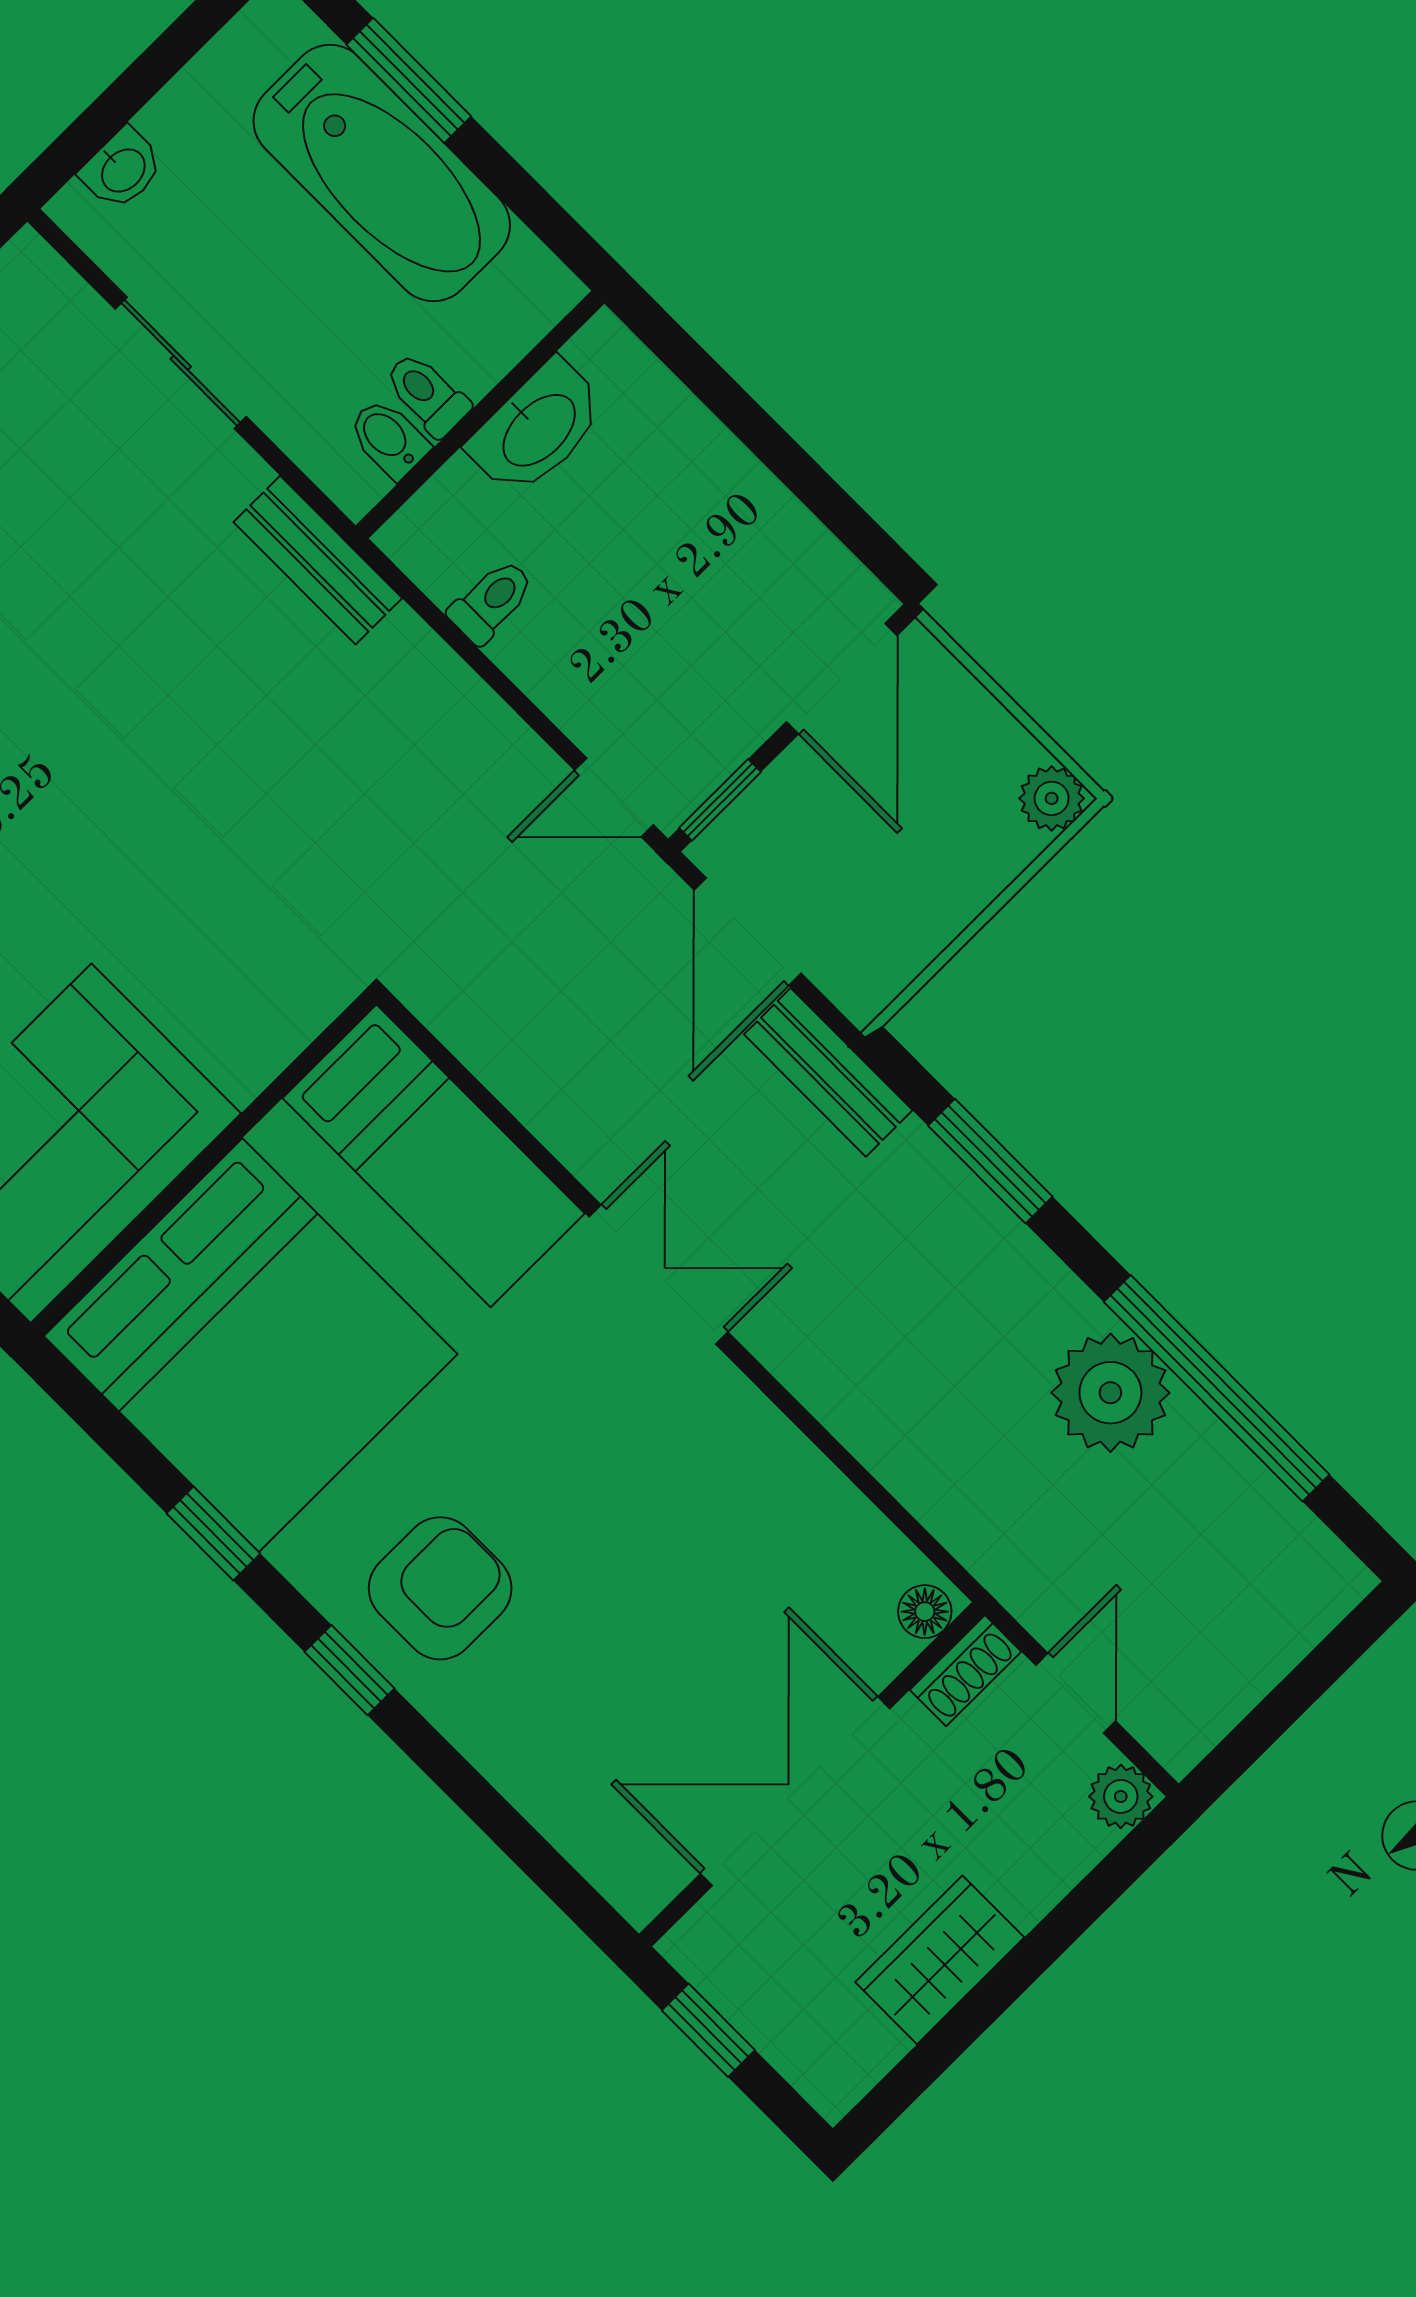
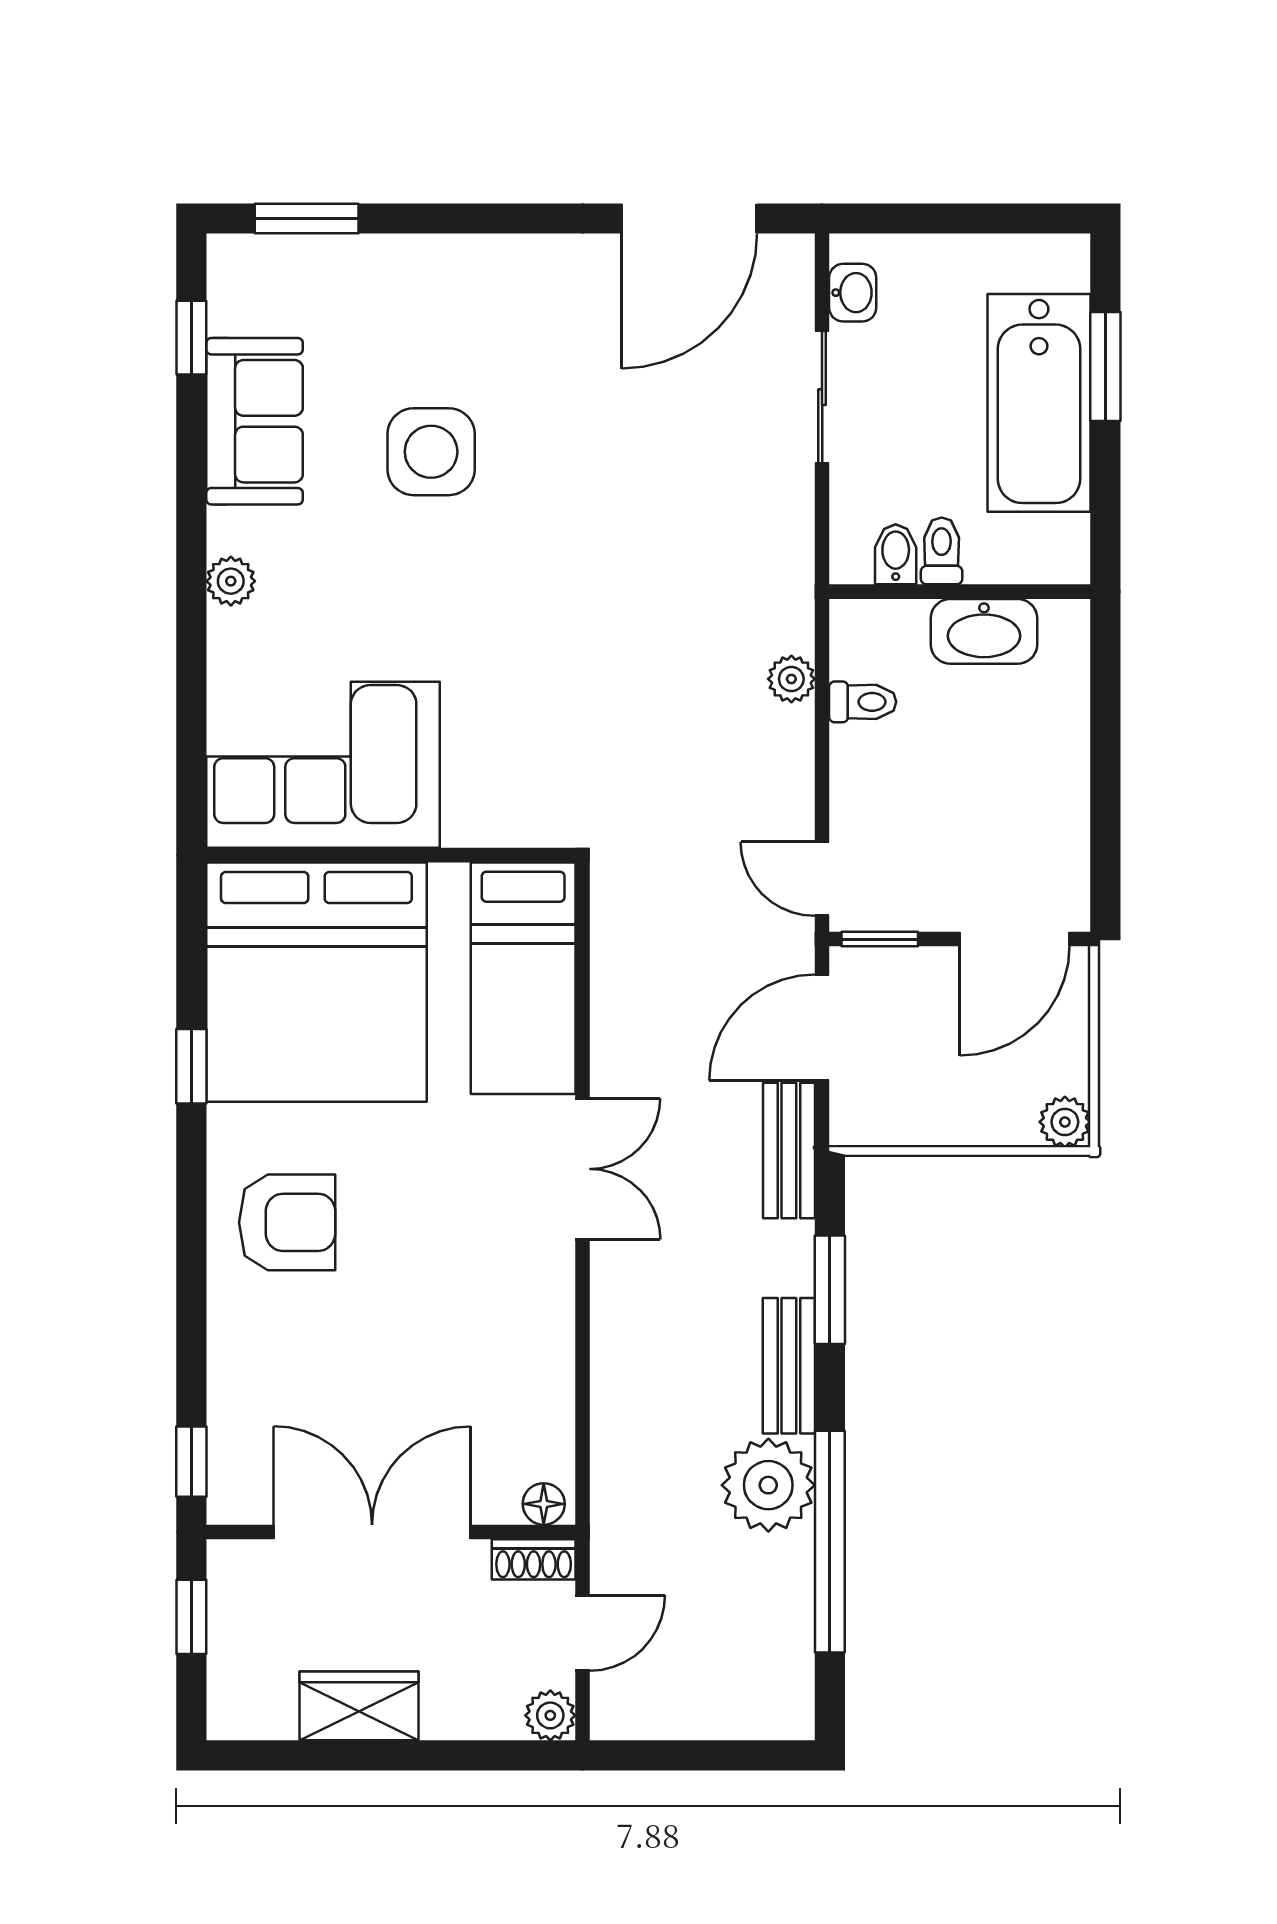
washbasin: (122, 169) -> (853, 293), moved, turned -90
bench: (318, 560) -> (789, 1366), moved
plant: (407, 645) -> (791, 679), added
window: (350, 1670) -> (191, 1462), moved

